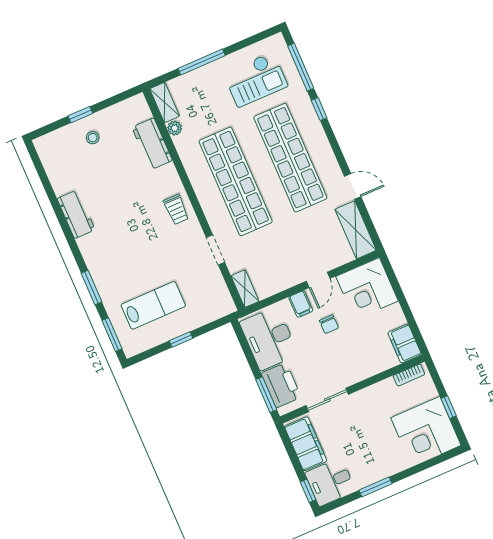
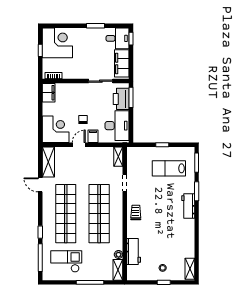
shelving: (47, 155) -> (190, 269), added
workbench: (76, 214) -> (188, 206), moved

